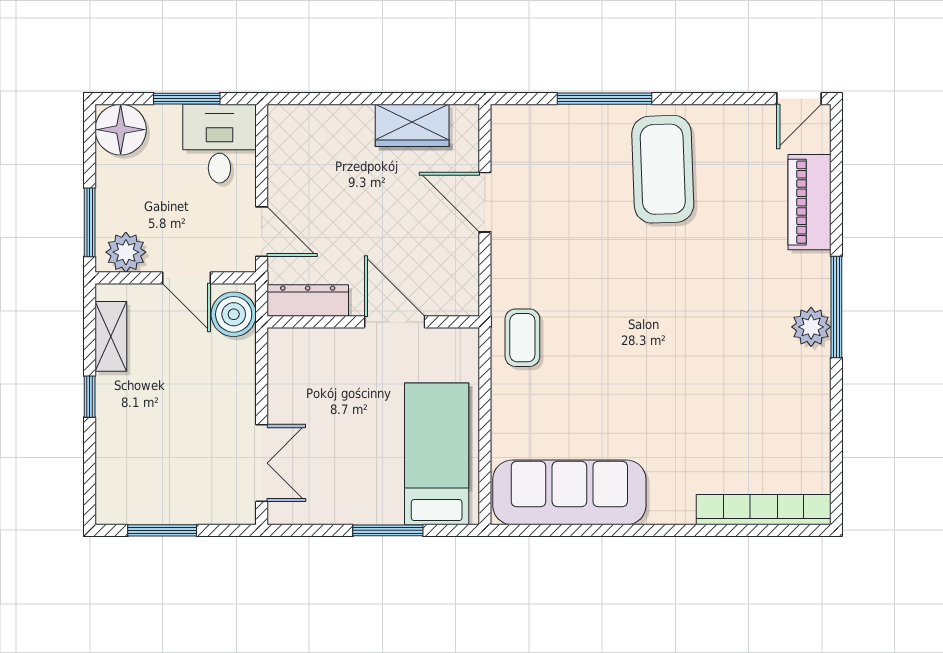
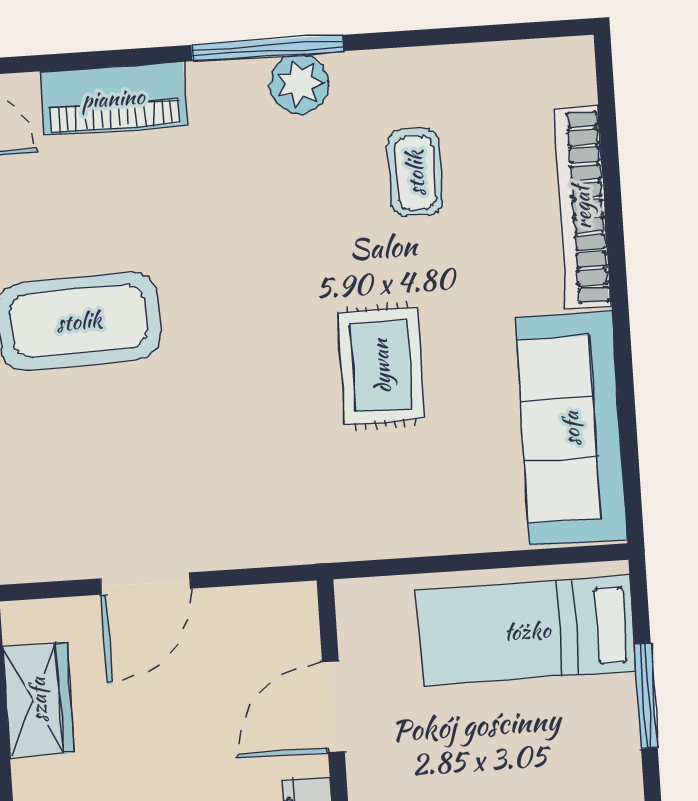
coffee table: (522, 338) -> (415, 173), moved, turned 90
rug: (619, 369) -> (381, 366), added
bookcase: (764, 510) -> (582, 208), moved

